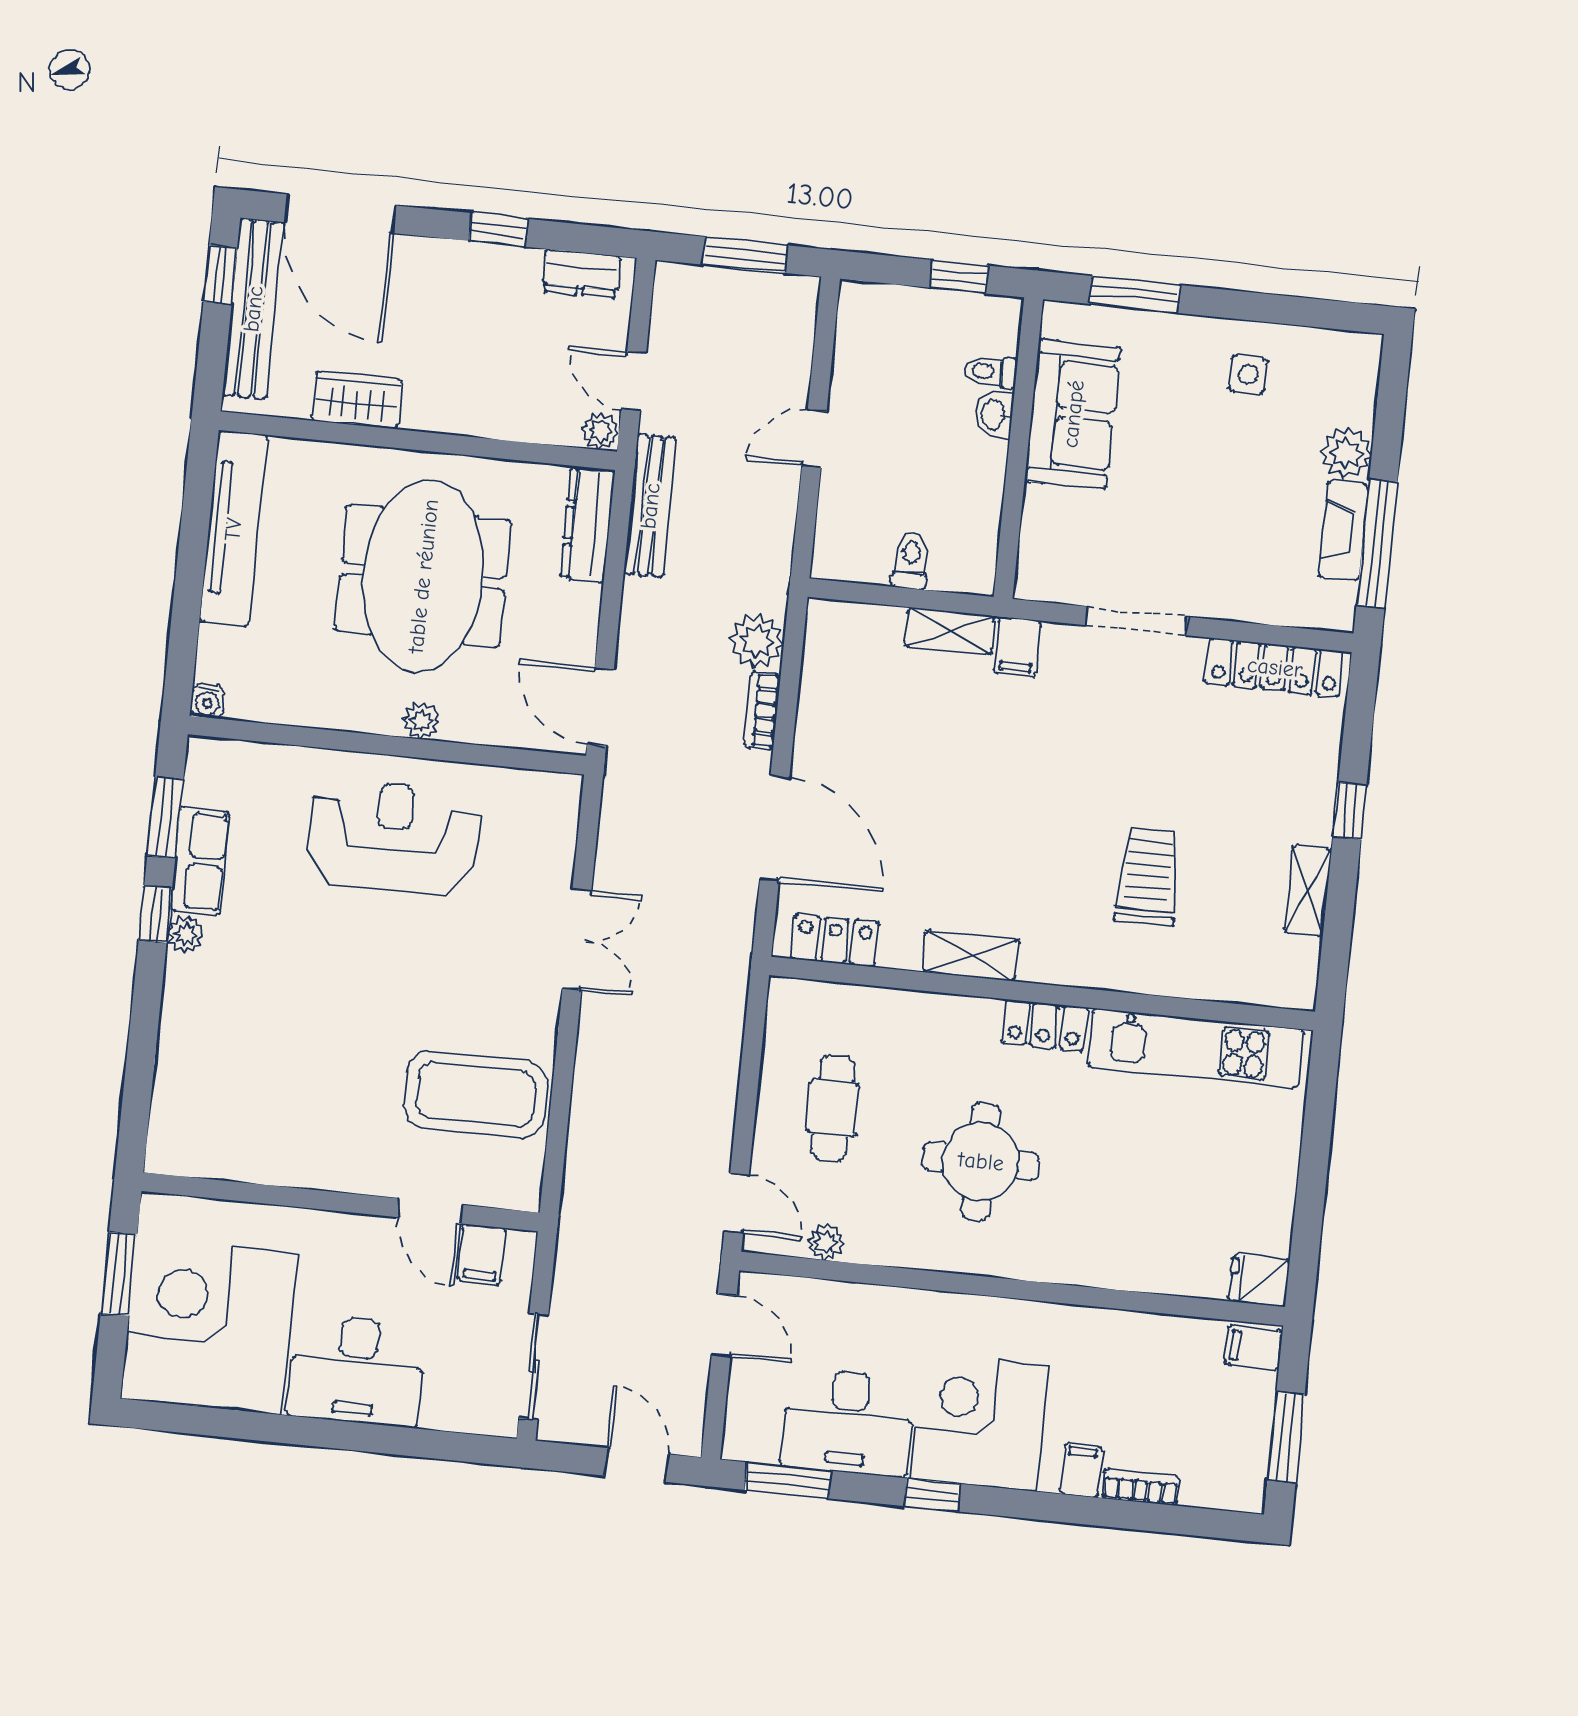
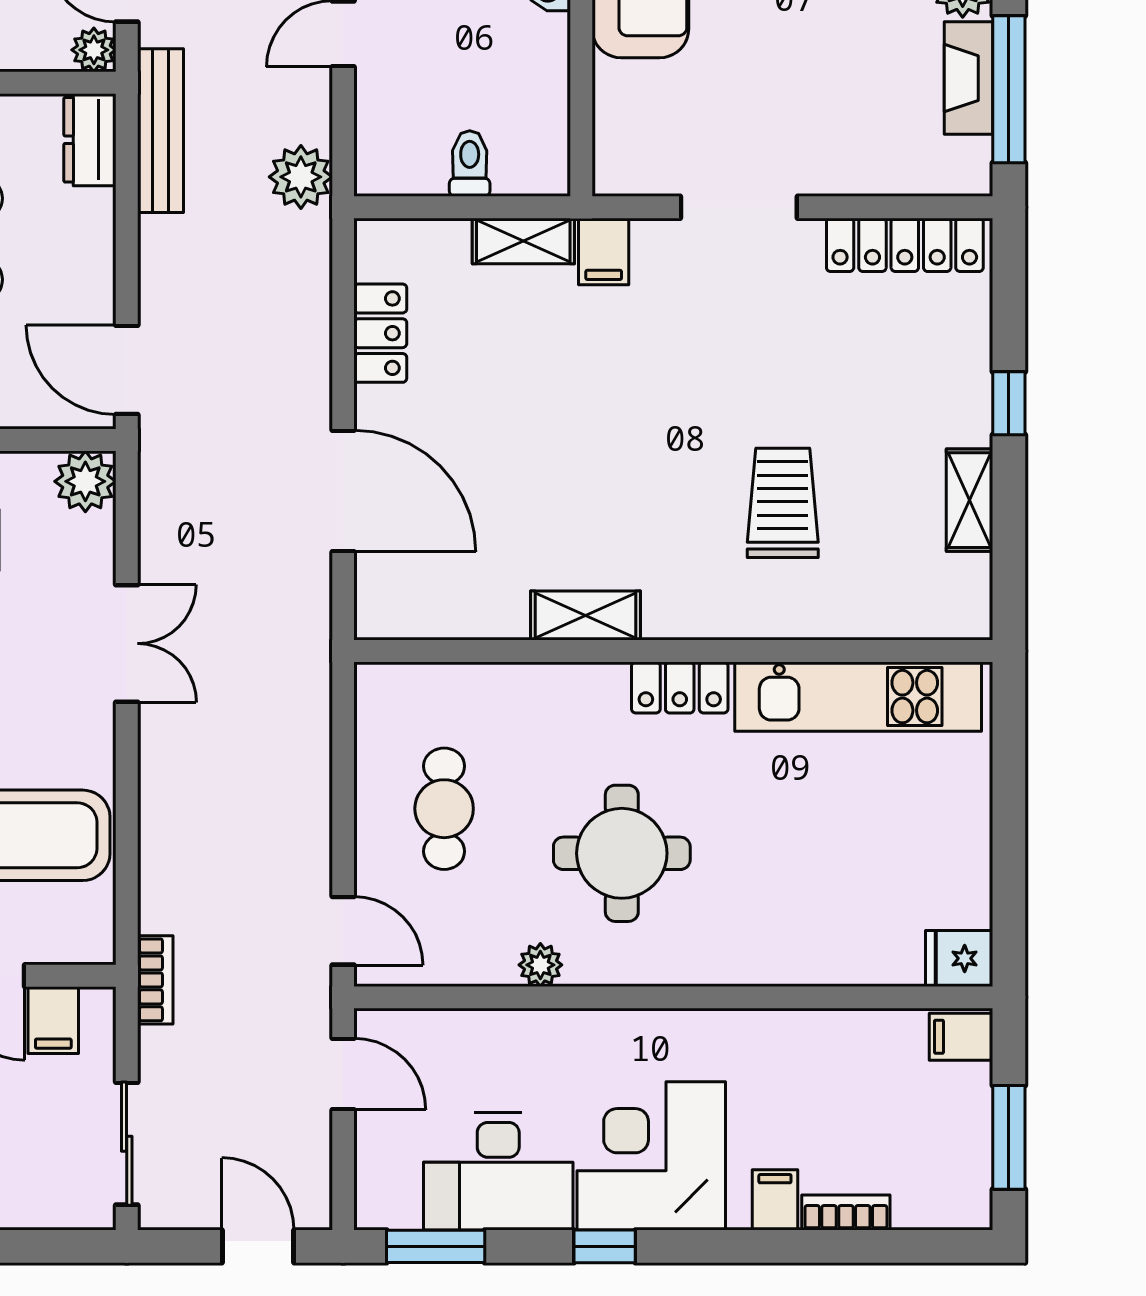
dresser: (587, 524) -> (90, 140), width x0.70
plant: (757, 641) -> (301, 177), moved
bookcase: (762, 711) -> (155, 980), moved, turned 180
plant: (556, 798) -> (85, 481), added
locker: (835, 940) -> (380, 333), moved, turned 90
plant: (826, 1242) -> (540, 965), moved

